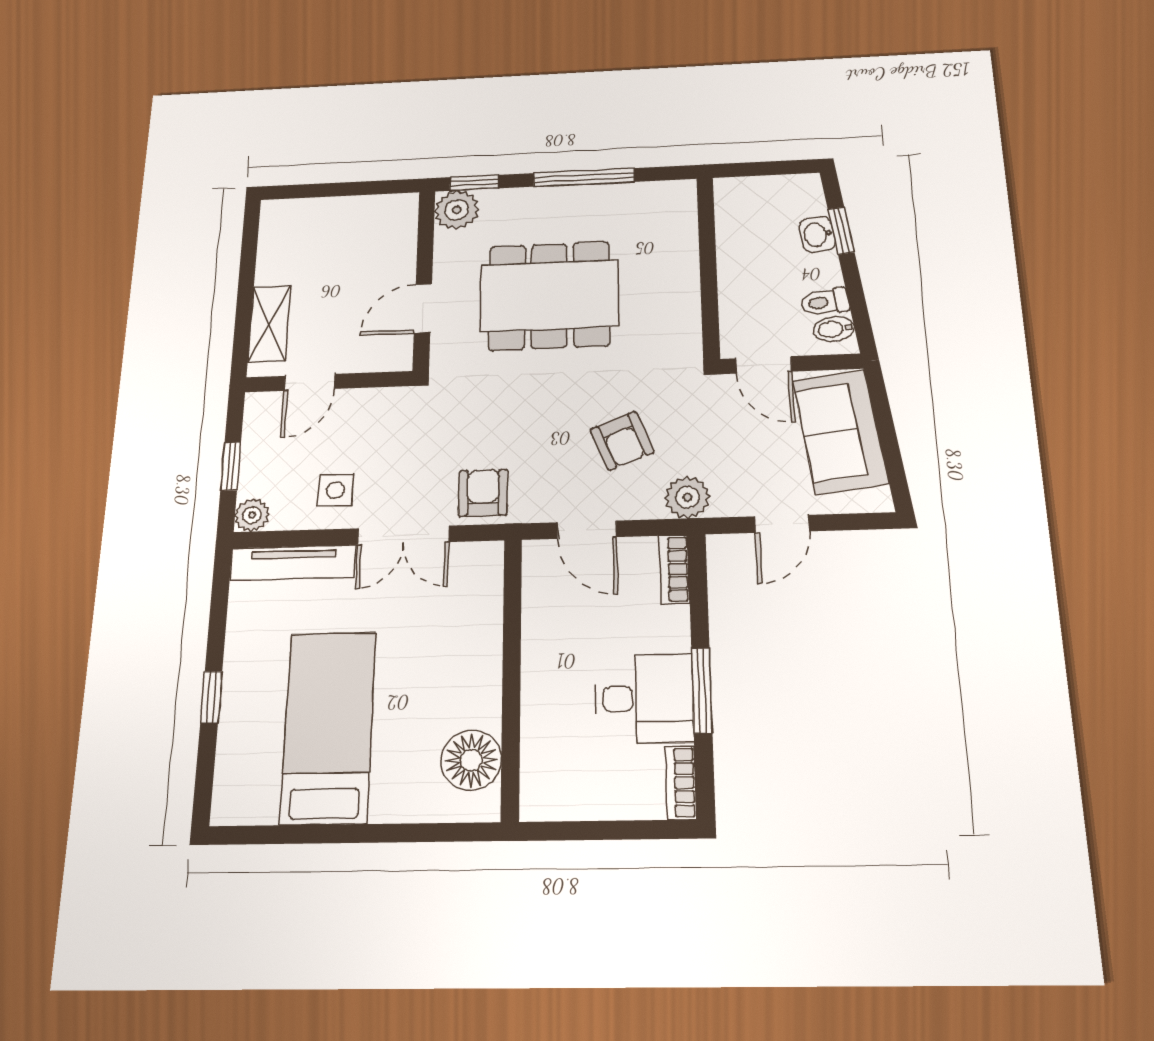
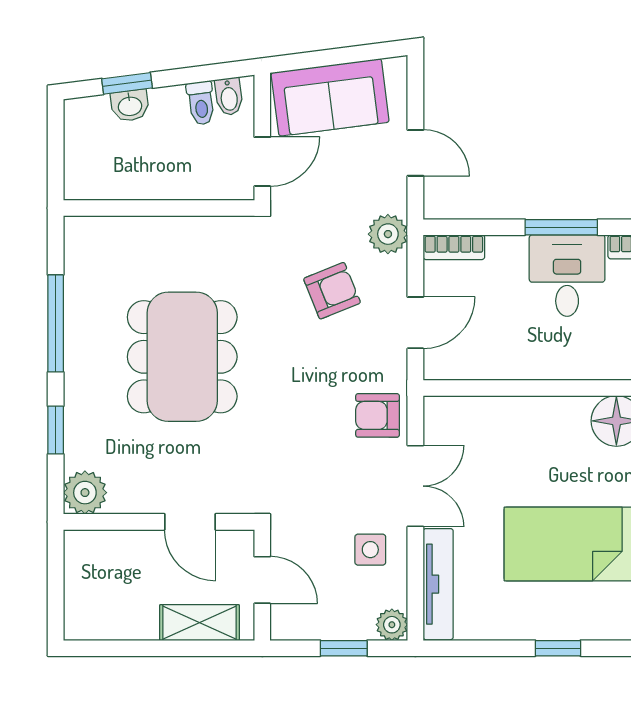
plant: (457, 210) -> (85, 493), moved
wall: (424, 279) -> (159, 522), moved
door: (423, 308) -> (190, 522), moved

